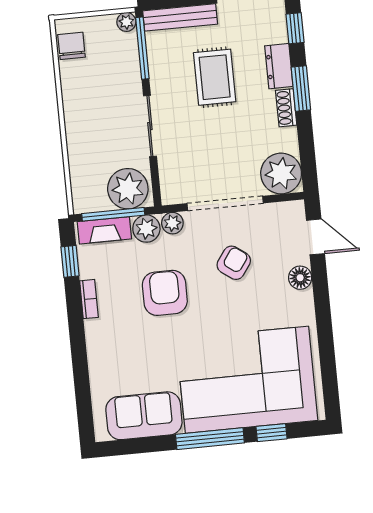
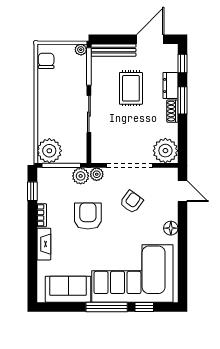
plant: (128, 189) -> (49, 151), moved
fireplace: (104, 230) -> (44, 244), moved, turned -90
floor lamp: (300, 278) -> (171, 228), moved

